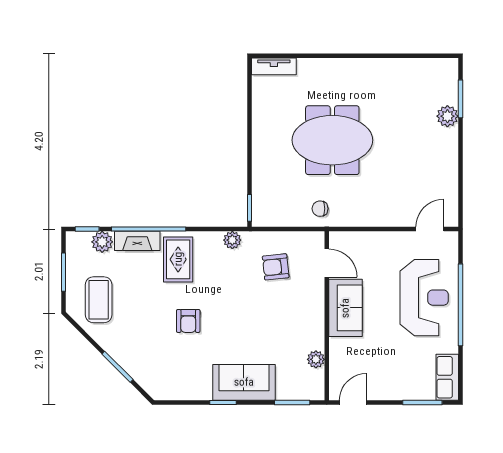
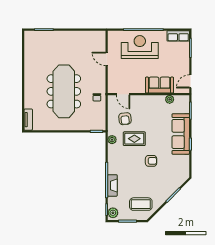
plant: (447, 116) -> (52, 36), removed
meeting table: (332, 140) -> (64, 91), width x1.36
door: (430, 229) -> (107, 59), moved
plant: (102, 242) -> (113, 213), moved
rug: (178, 259) -> (134, 139), moved
door: (327, 263) -> (123, 94), swing flipped
sofa: (345, 308) -> (160, 85), moved
sofa: (244, 382) -> (181, 134), width x1.36
door: (353, 402) -> (190, 81), hinge flipped

